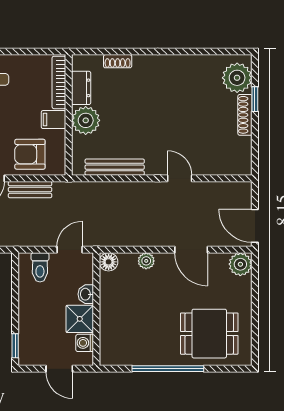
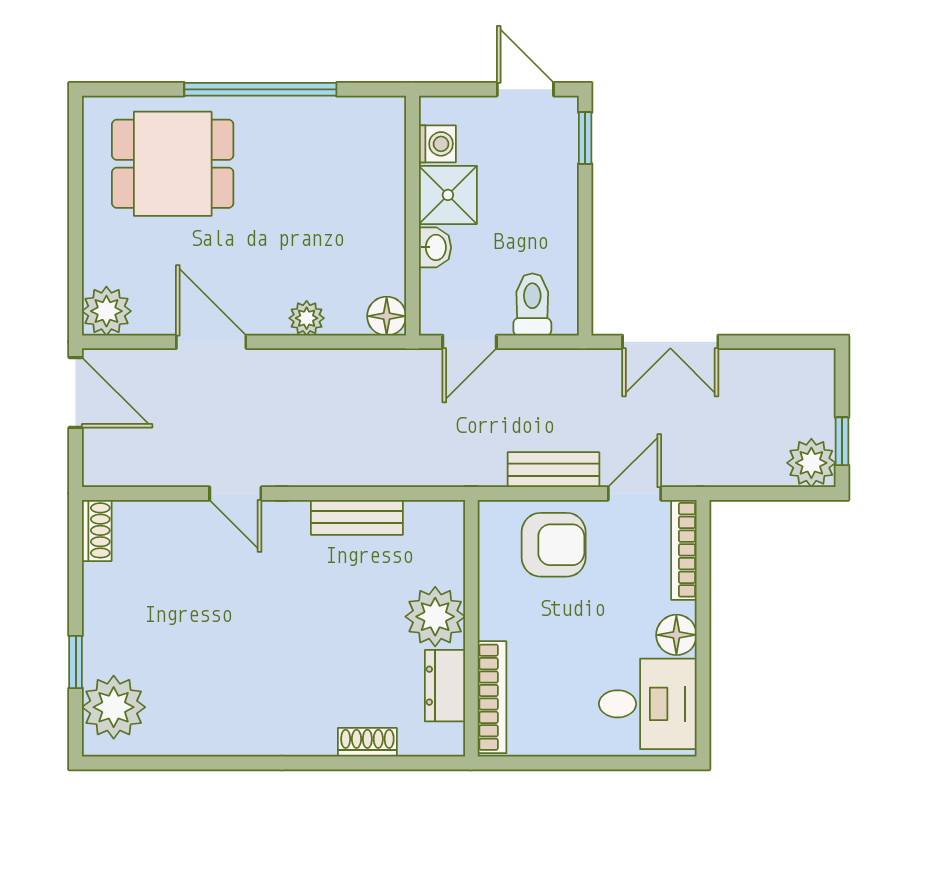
shoe rack: (245, 115) -> (97, 530), moved, width x0.70
filing cabinet: (54, 120) -> (504, 618), removed
bench: (115, 167) -> (357, 517), width x0.73
door: (59, 369) -> (525, 89), moved

